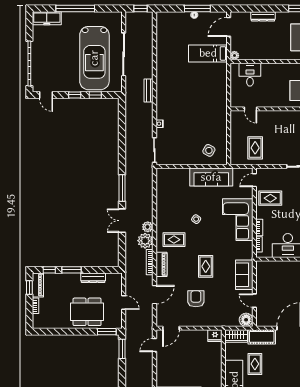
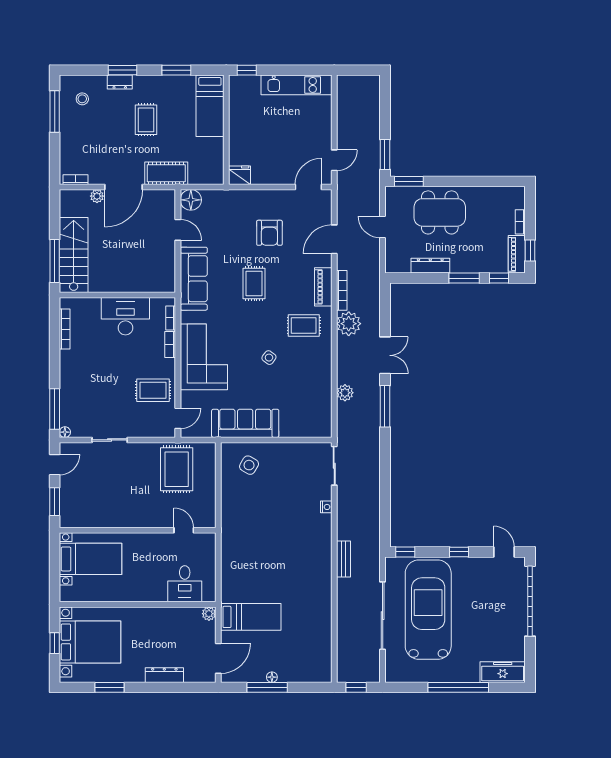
window: (95, 95) -> (405, 552), moved
rug: (255, 148) -> (177, 469), width x1.36, depth x1.43
plant: (148, 227) -> (345, 393), moved
sofa: (244, 275) -> (194, 279), width x1.36
wardrobe: (236, 336) -> (206, 175), removed
rug: (255, 364) -> (146, 120), moved

